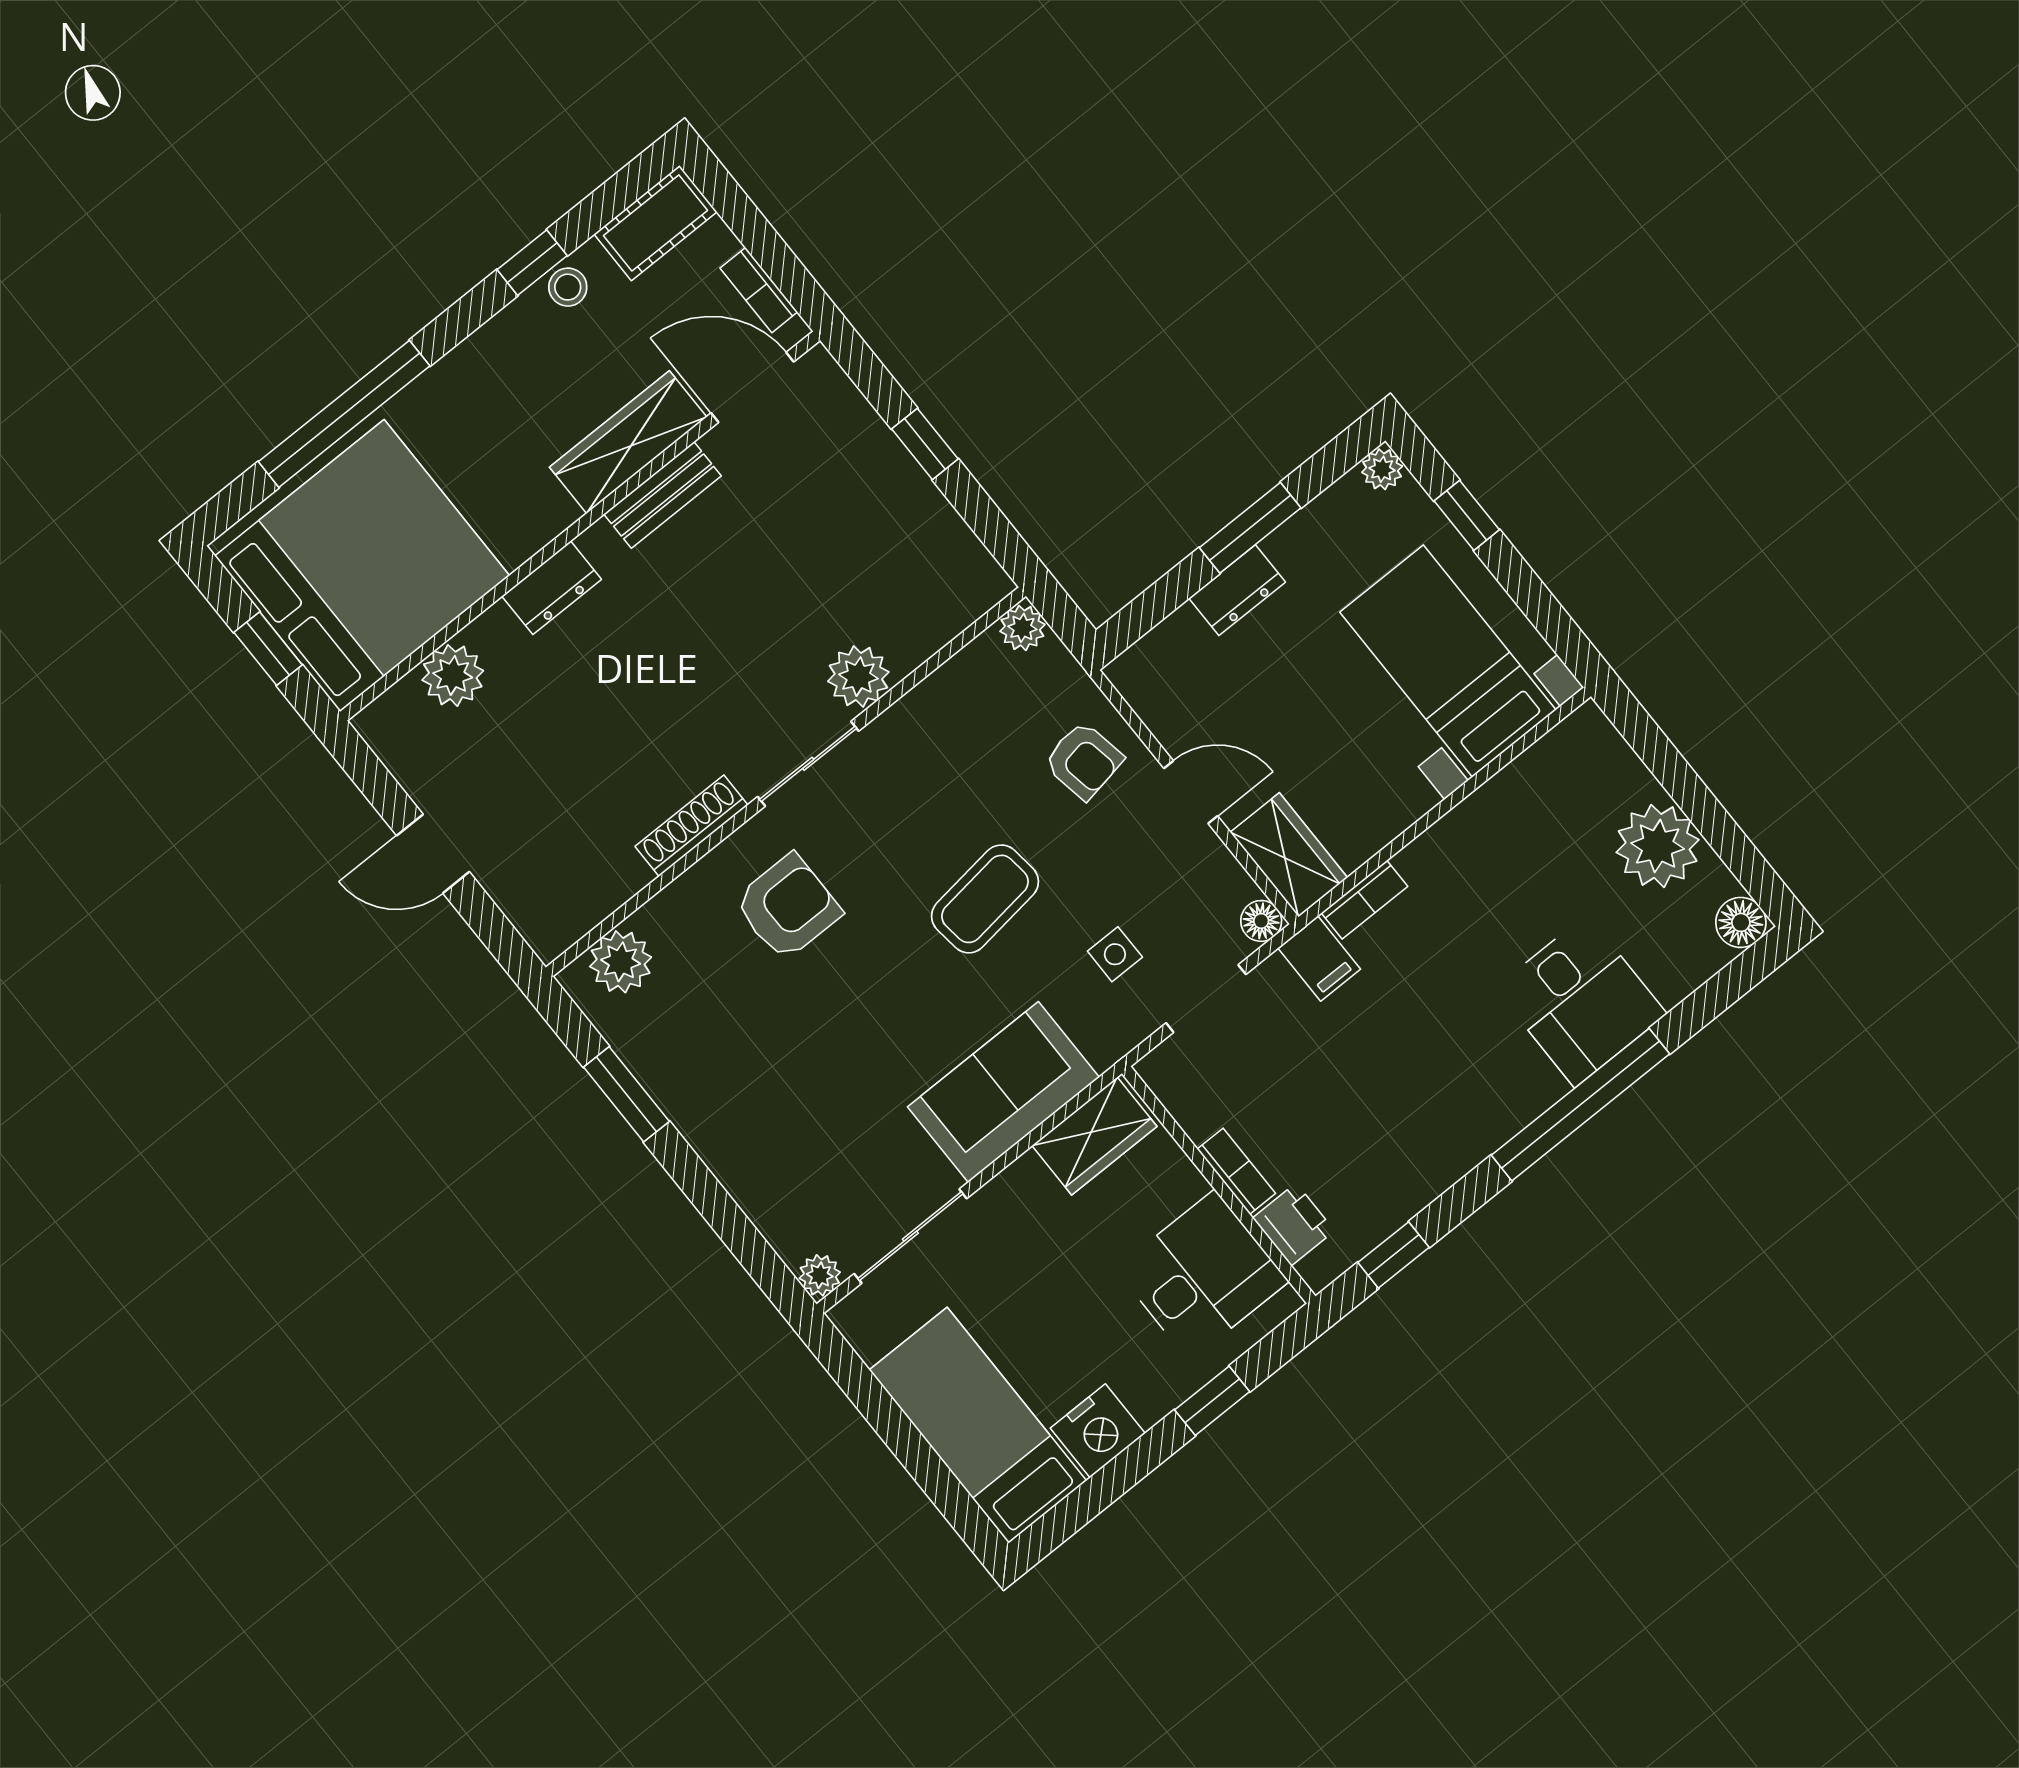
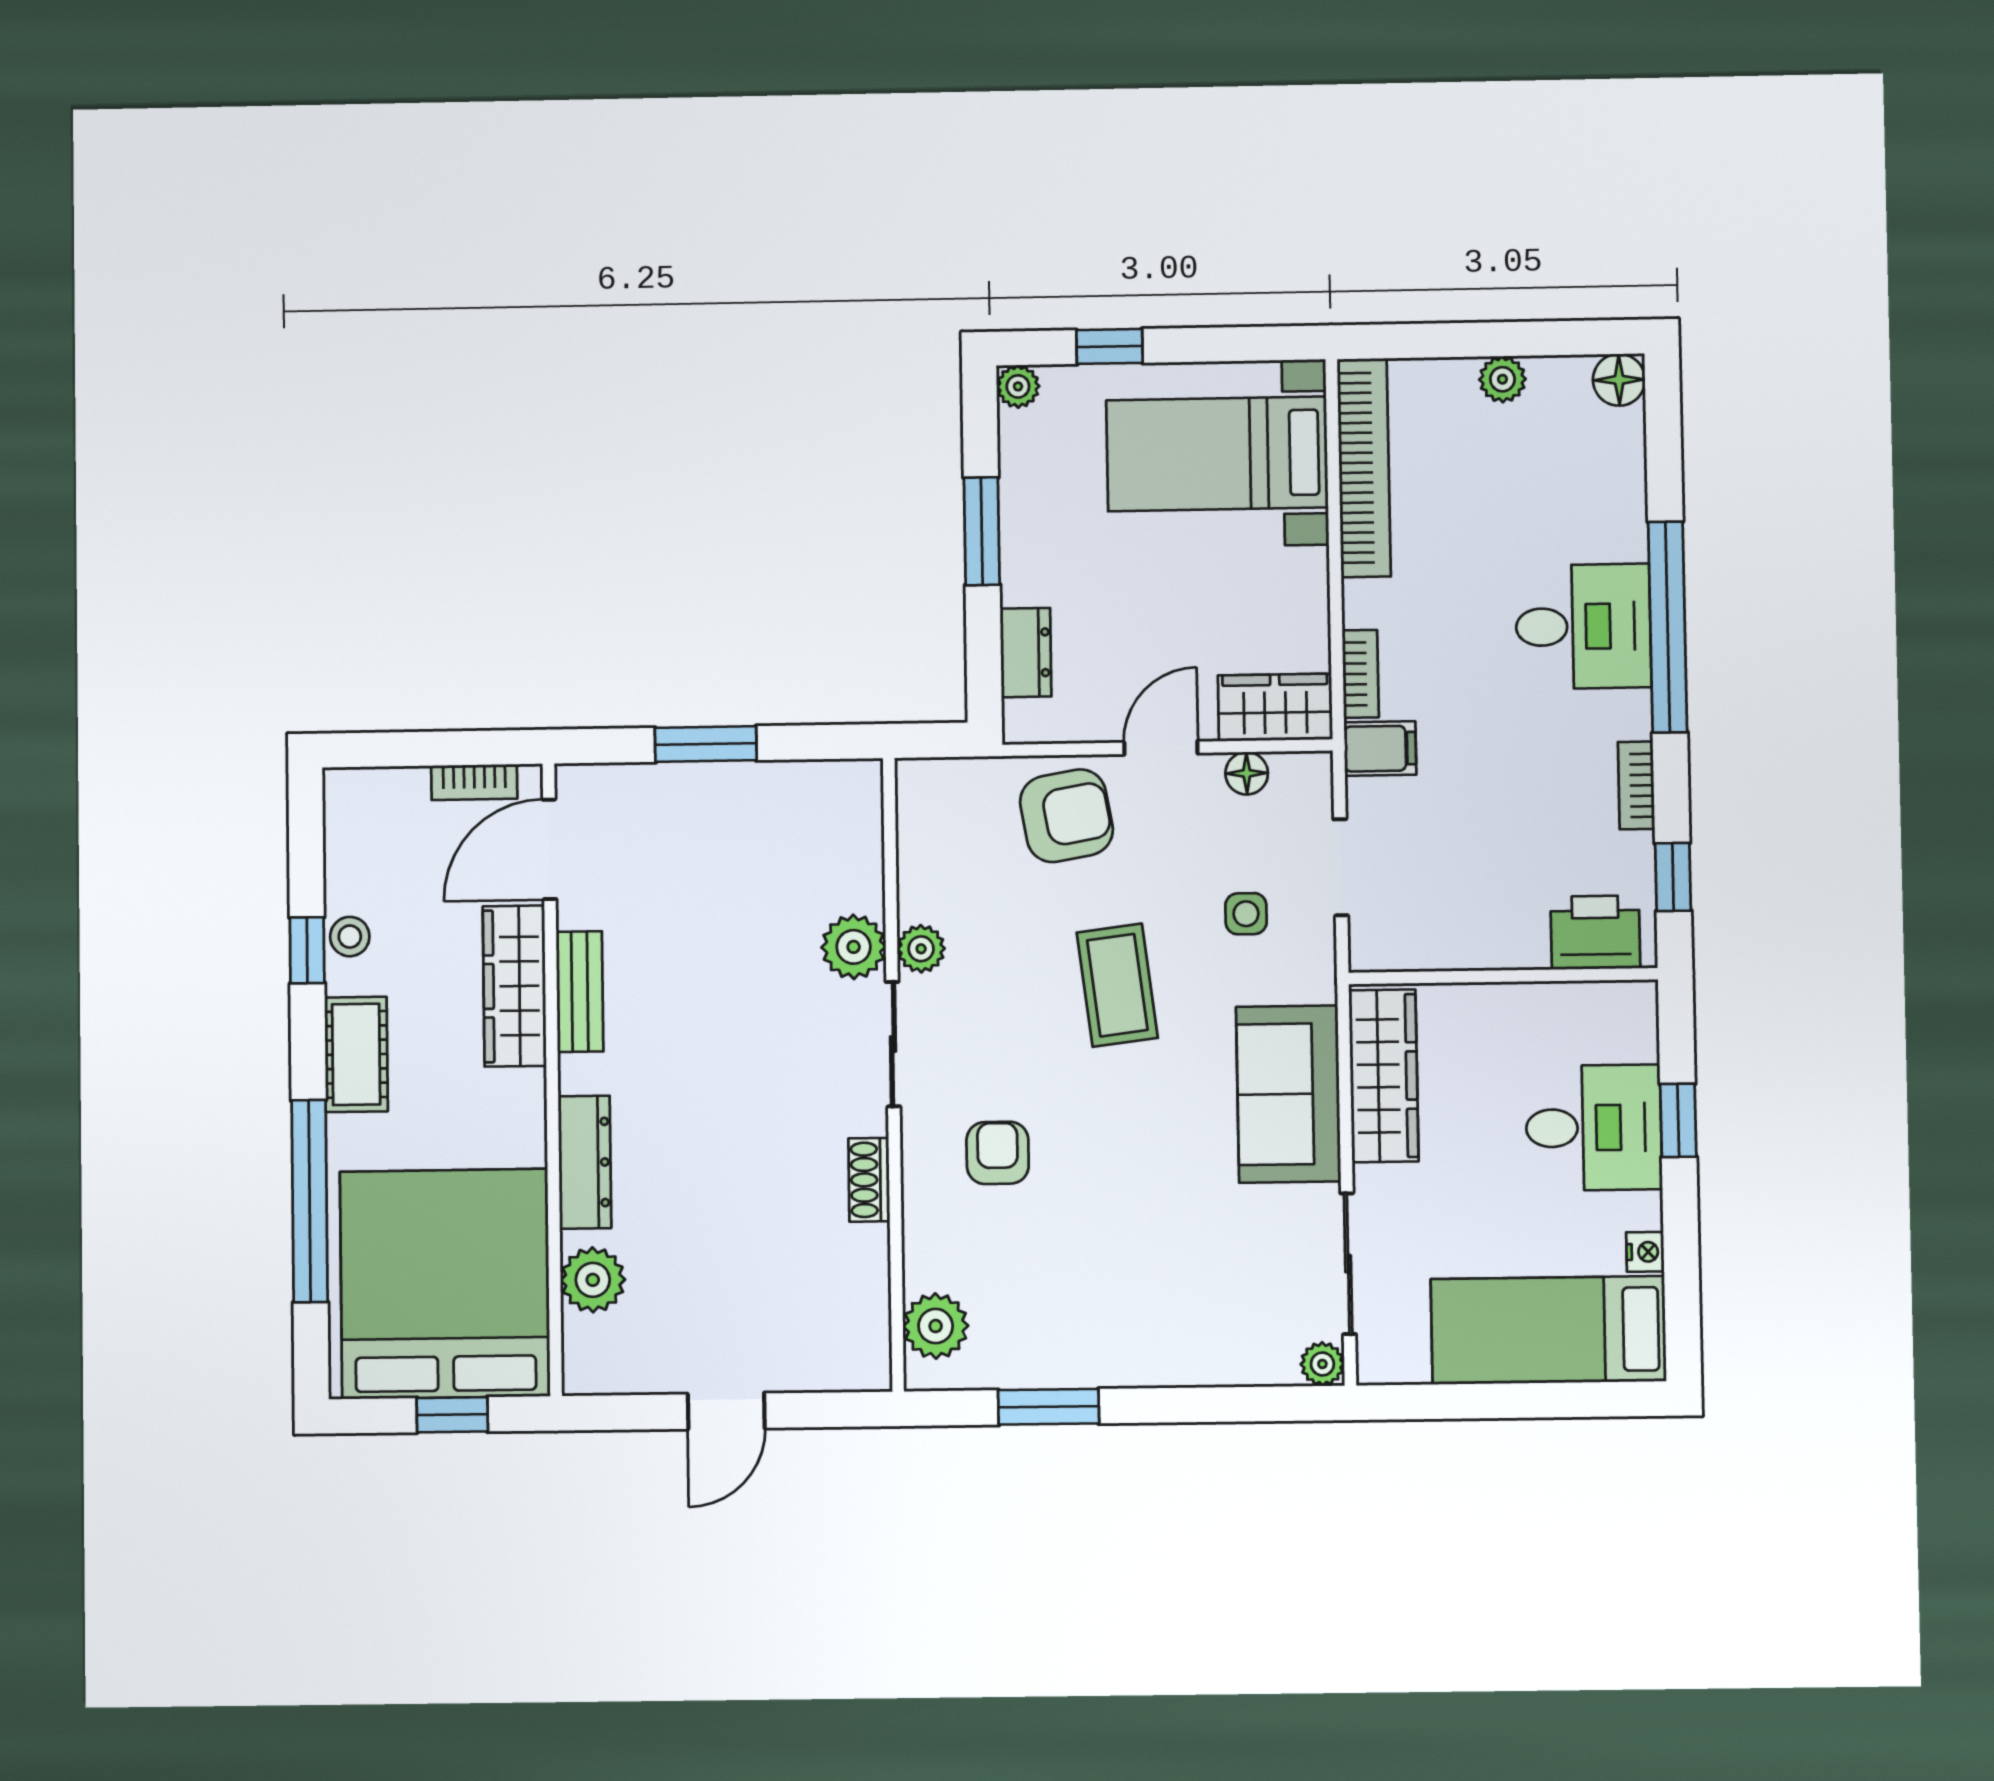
cot: (655, 223) -> (356, 1054), moved
window: (925, 444) -> (706, 744), width x1.50
dresser: (552, 588) -> (585, 1162), width x1.44
dresser: (1237, 590) -> (1026, 653), moved
plant: (1022, 628) -> (921, 949), moved
armchair: (1084, 761) -> (1066, 816), width x1.38, depth x1.38
bookcase: (1524, 781) -> (1364, 468), added
shoe rack: (692, 826) -> (869, 1180), width x0.70
plant: (1658, 846) -> (1502, 379), width x0.53, depth x0.53
armchair: (788, 907) -> (998, 1153), width x0.72, depth x0.72
floor lamp: (1261, 921) -> (1247, 773), moved
desk: (1581, 1001) -> (1583, 626), moved
wardrobe: (1094, 1136) -> (1384, 1076), width x1.50
bookcase: (1236, 1171) -> (1636, 785), moved, turned -90
printer: (1294, 1224) -> (1595, 932), width x1.36, depth x1.24
desk: (1202, 1275) -> (1594, 1128), moved, turned 90
nightstand: (1098, 1431) -> (1645, 1252), width x0.53, depth x0.56

